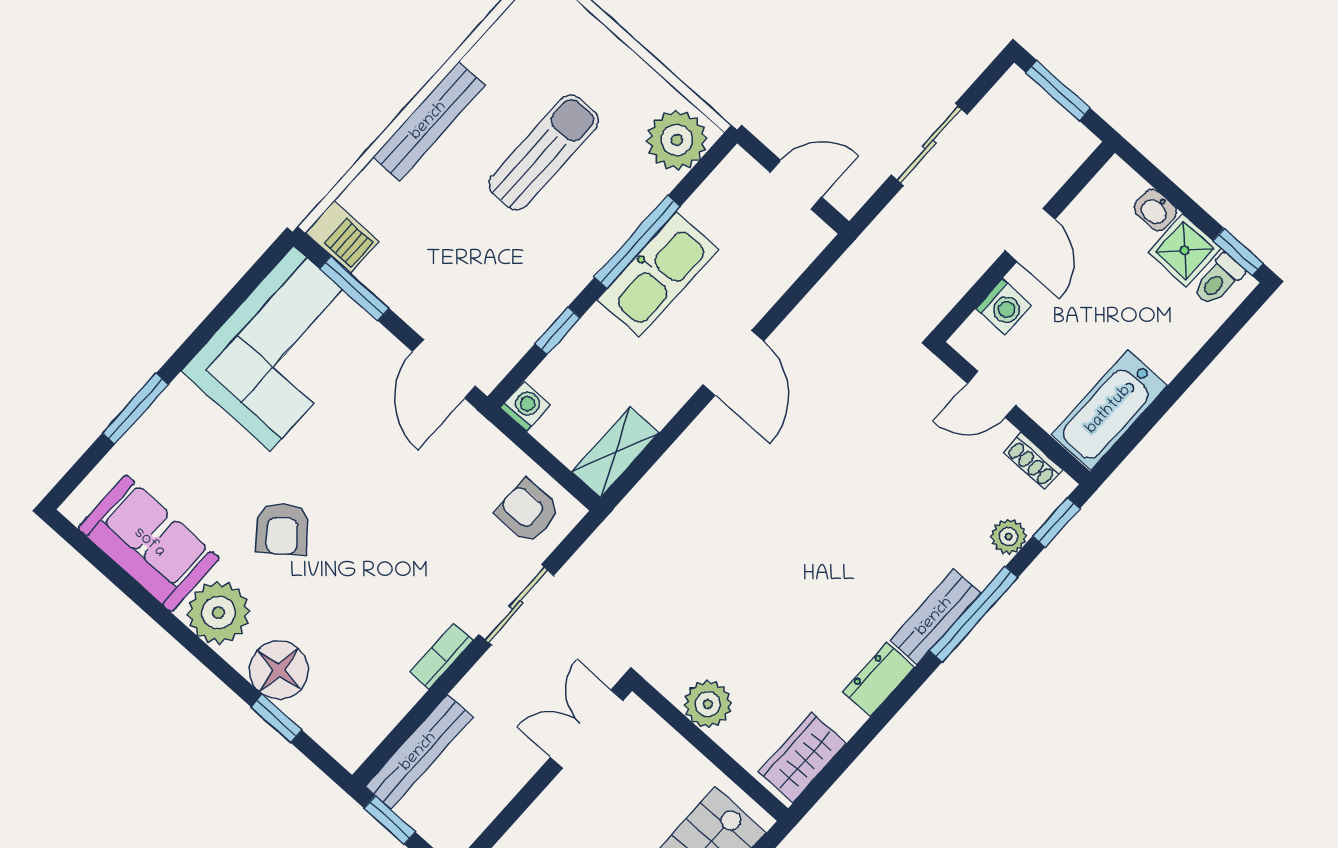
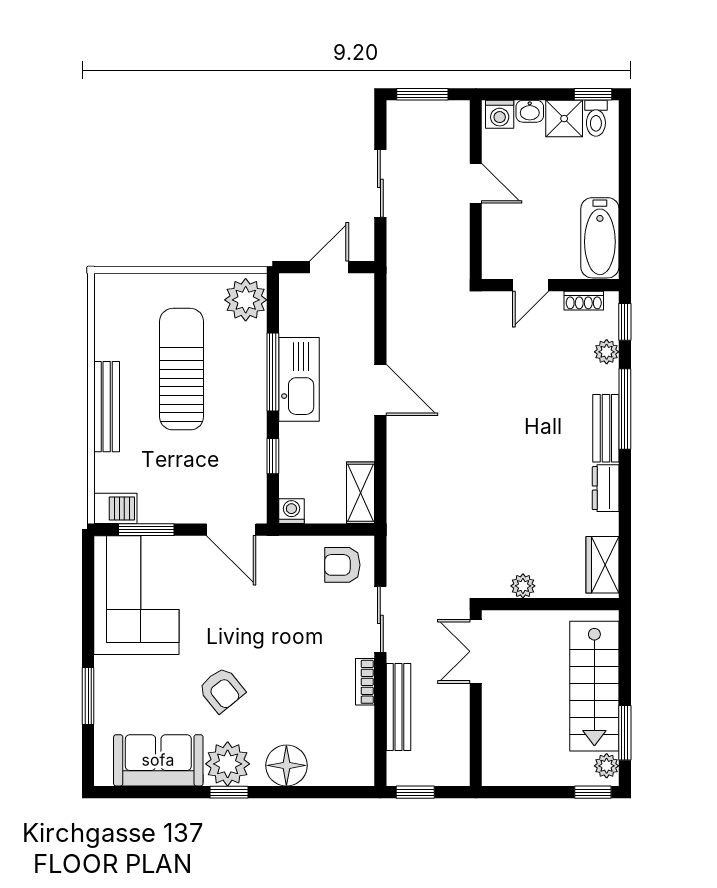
sun lounger: (544, 152) -> (182, 369), width x1.36, depth x1.34
washing machine: (1004, 307) -> (500, 114), moved, turned 90
plant: (708, 704) -> (523, 586), width x0.73, depth x0.73
window: (277, 719) -> (229, 792), moved
bench: (419, 752) -> (398, 707), moved

